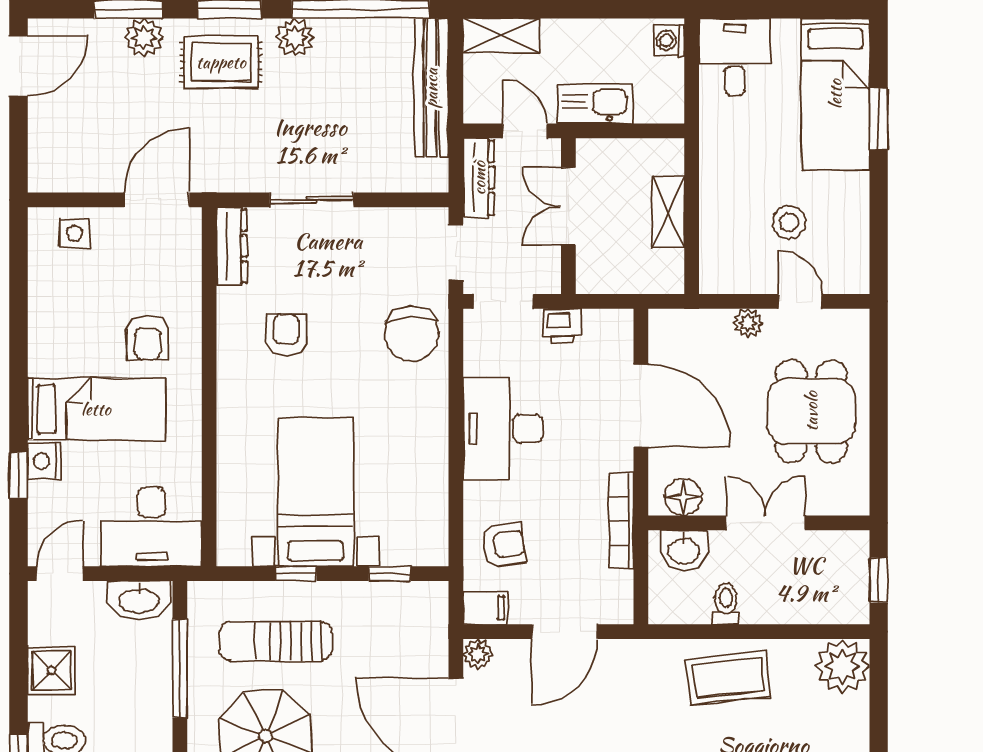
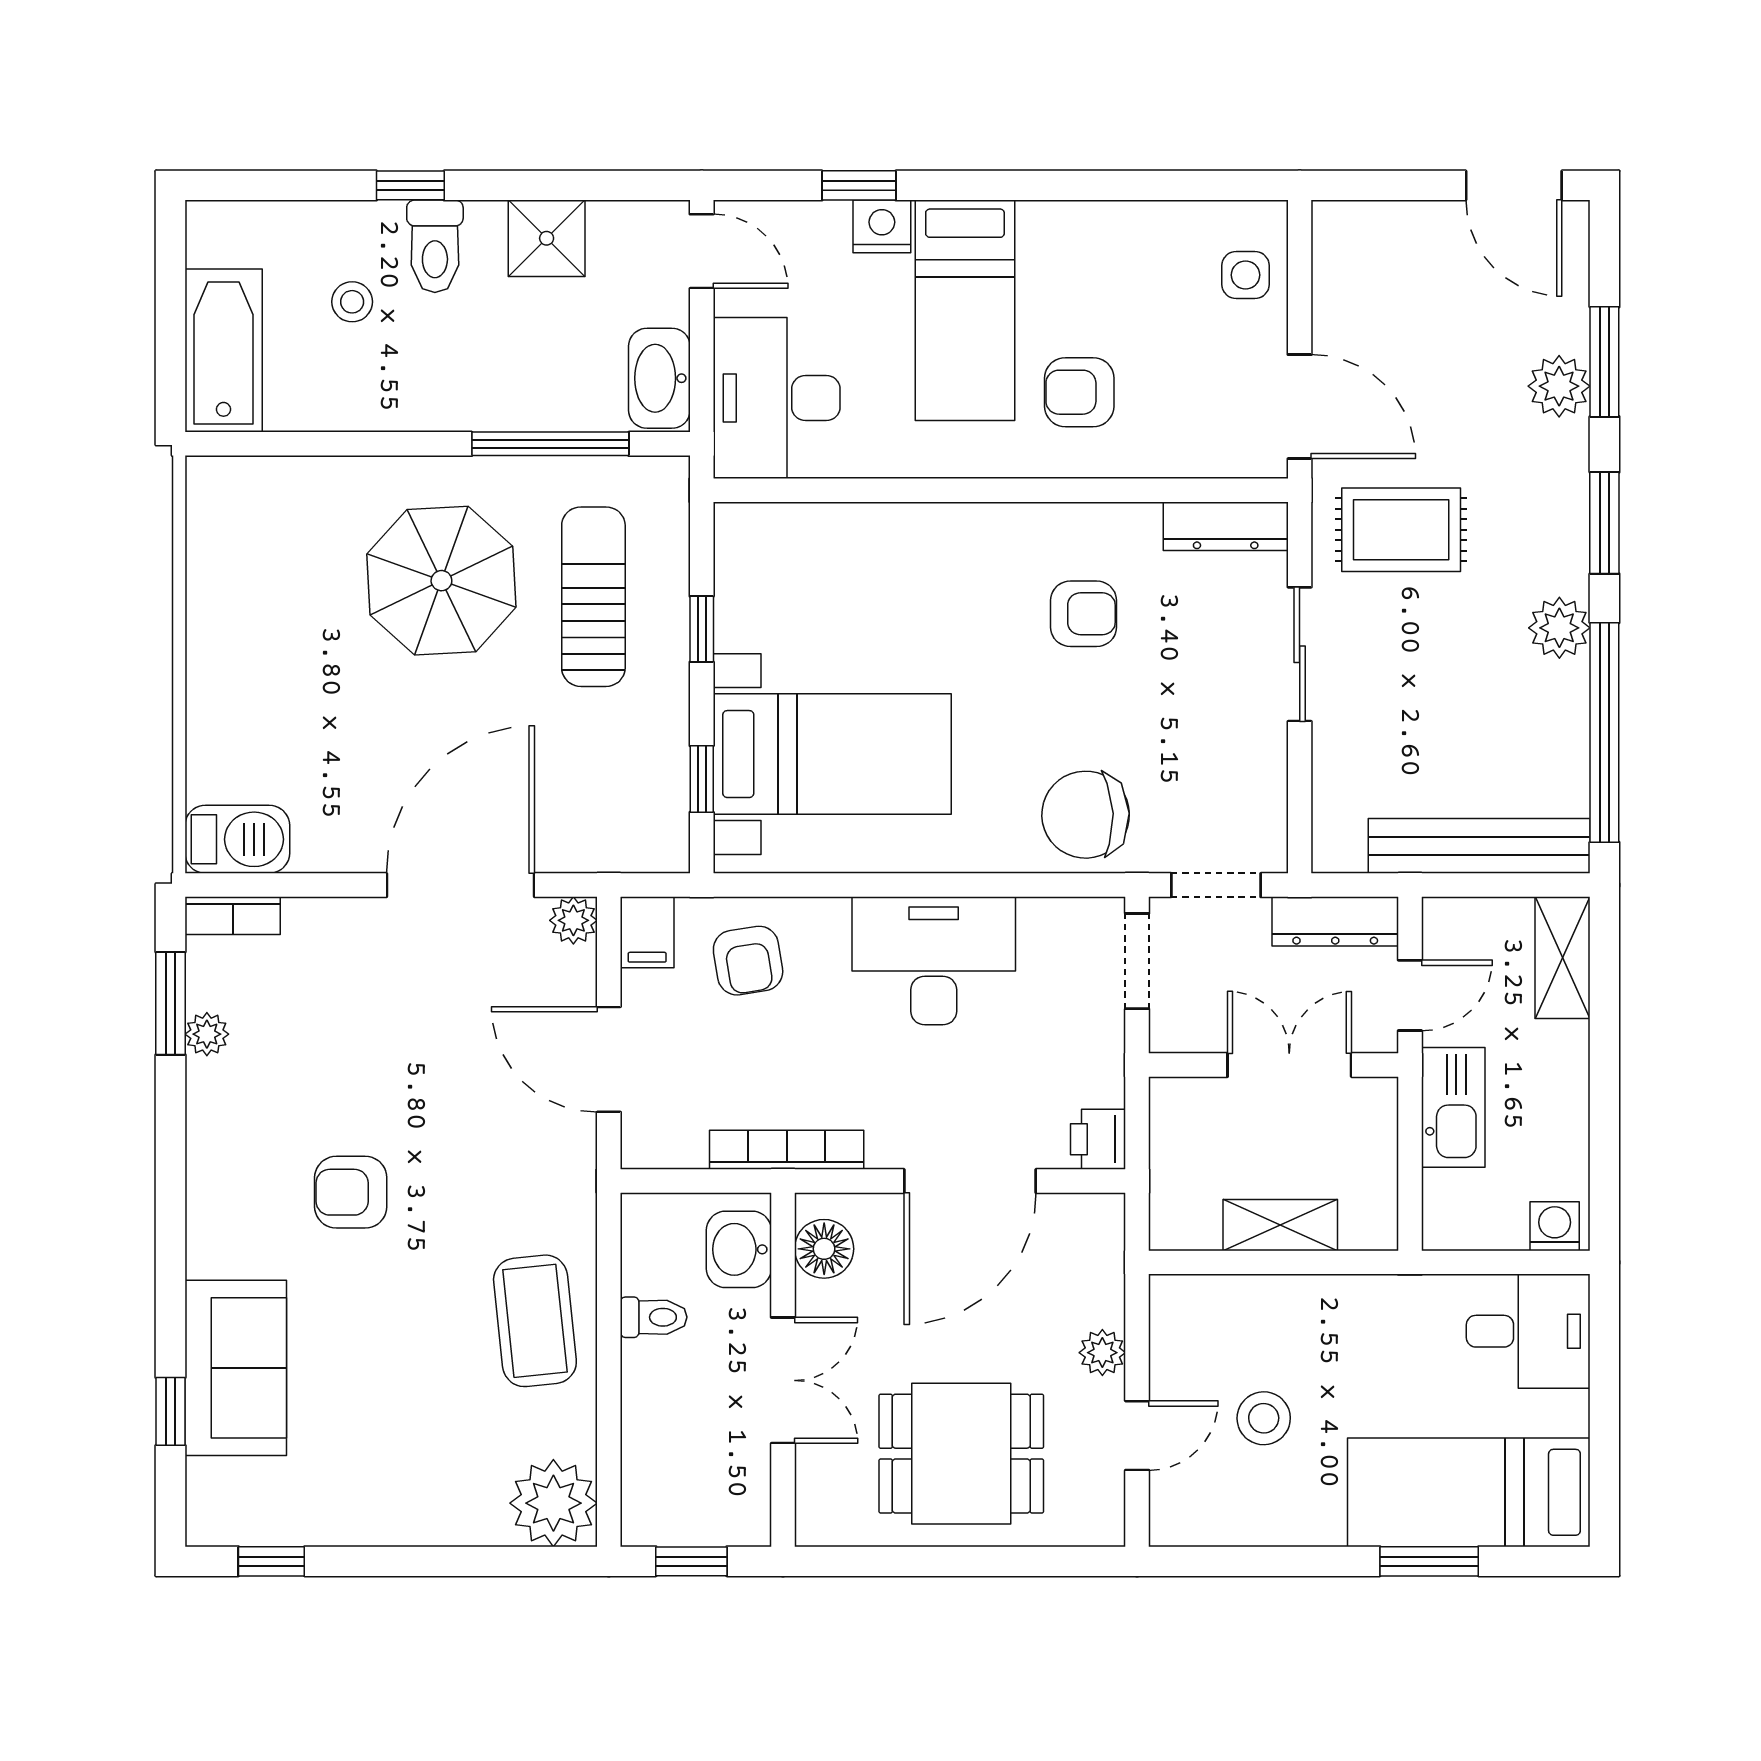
rug: (221, 62) -> (1401, 530), moved, turned 90
printer: (563, 326) -> (1098, 1139), moved
bed with nightstands: (315, 492) -> (832, 754), moved

